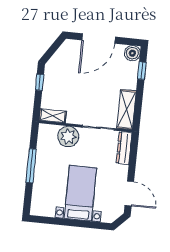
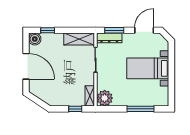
window: (40, 82) -> (75, 109), moved
plant: (68, 136) -> (105, 98), moved
window: (133, 155) -> (114, 30), added
window: (31, 166) -> (141, 109), moved

